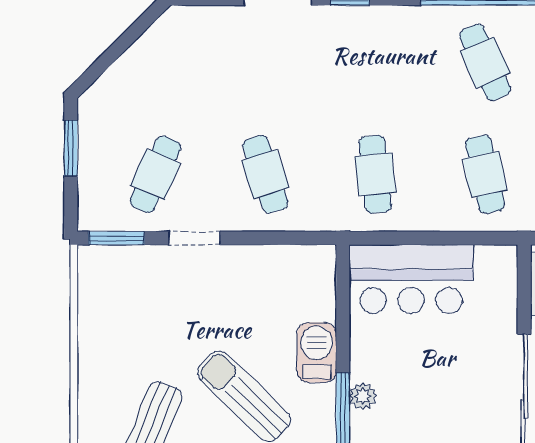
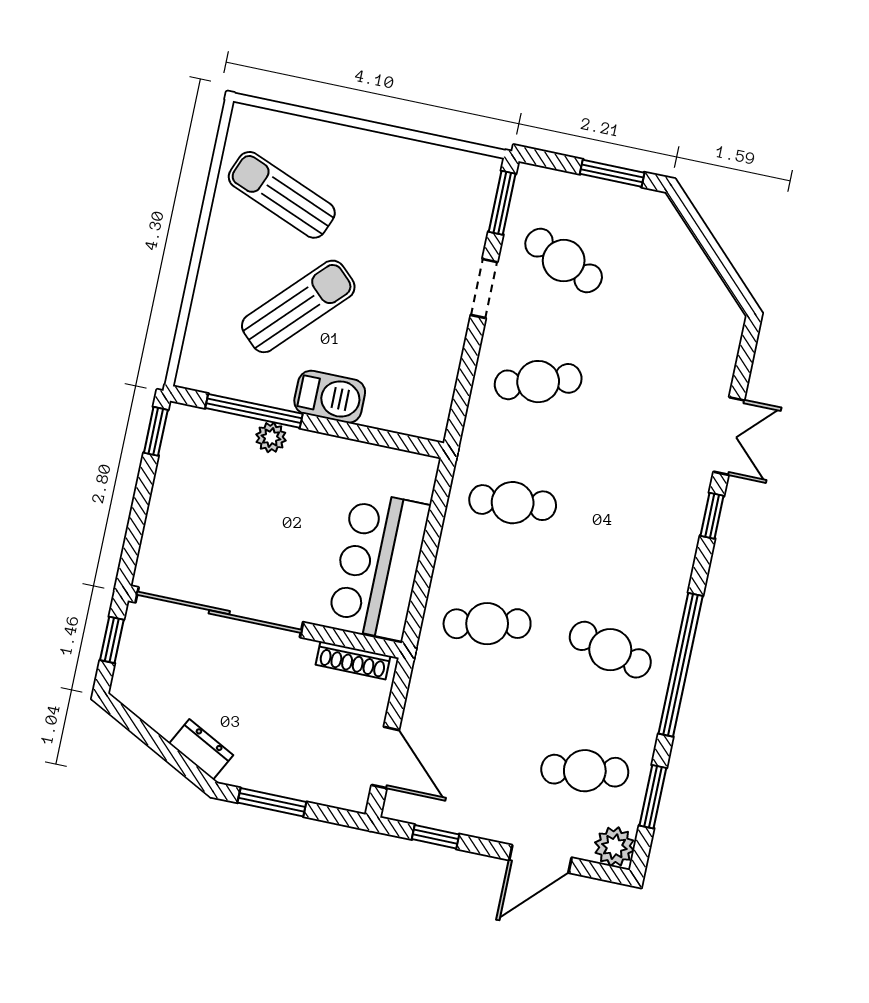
cafe table: (485, 62) -> (610, 650), turned 39
bar counter: (411, 279) -> (379, 566), moved

